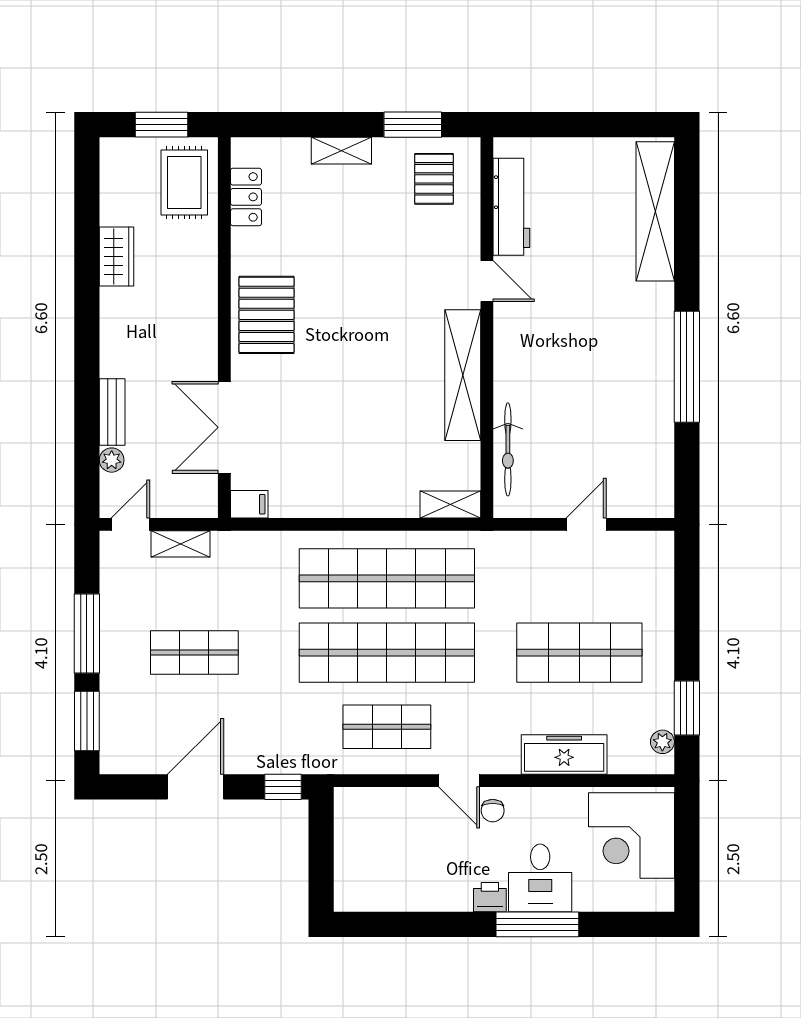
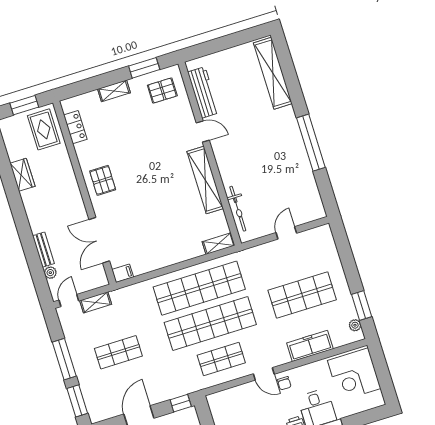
pallet: (434, 179) -> (162, 91), turned 90
pallet: (267, 315) -> (103, 180), width x0.67, depth x0.71

